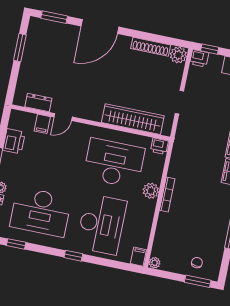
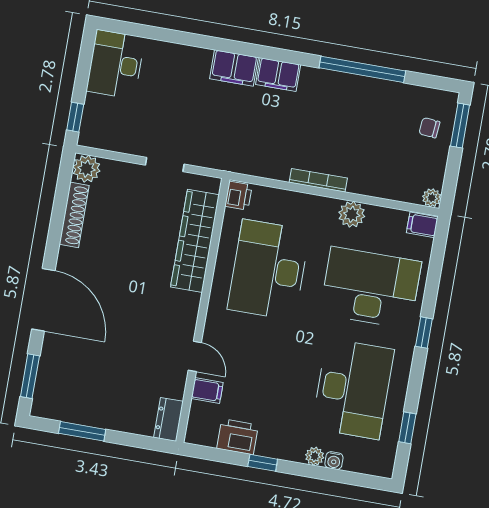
printer: (199, 58) -> (91, 134), removed
dresser: (38, 103) -> (168, 419), moved
plant: (151, 191) -> (352, 214), moved

